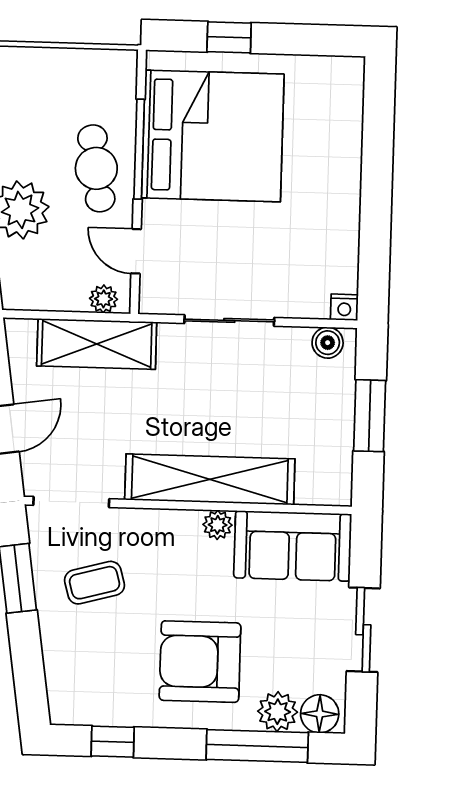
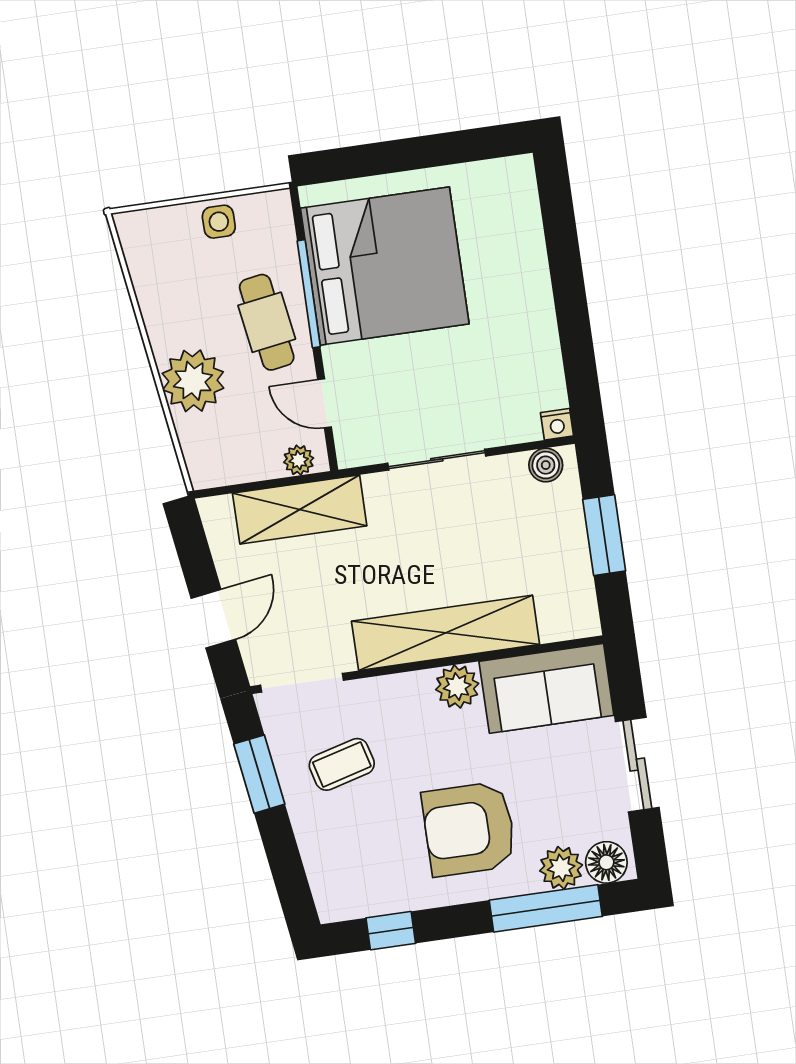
window: (229, 37) -> (384, 158), removed
side table: (69, 69) -> (219, 222), added
plant: (218, 525) -> (457, 687), width x1.38, depth x1.38

